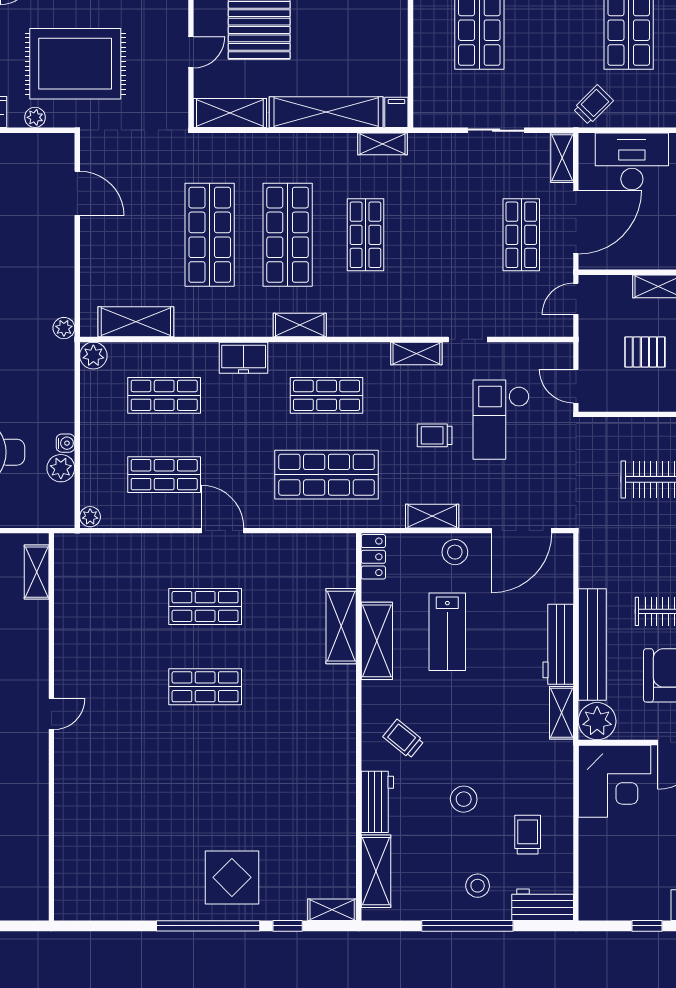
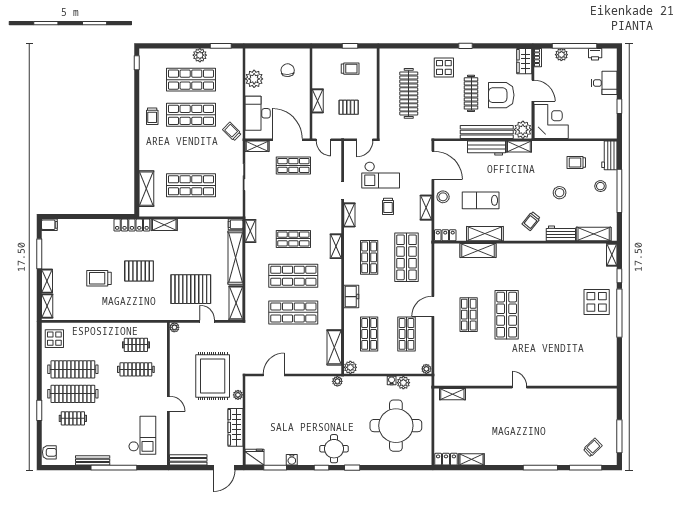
shelving: (300, 325) -> (336, 246), moved
pallet: (645, 352) -> (349, 107), turned 90
lab bench: (447, 632) -> (481, 200), turned 180
shop shelf: (205, 687) -> (507, 315), width x1.43, depth x1.36

